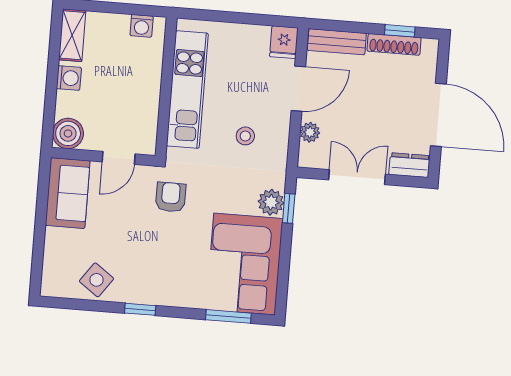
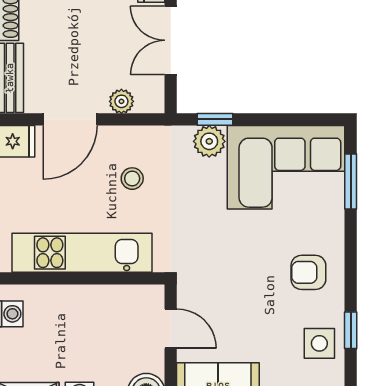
door: (298, 89) -> (70, 119), swing flipped
armchair: (171, 197) -> (308, 272), moved
side table: (97, 280) -> (319, 343), turned -36
window: (140, 309) -> (351, 330), moved

